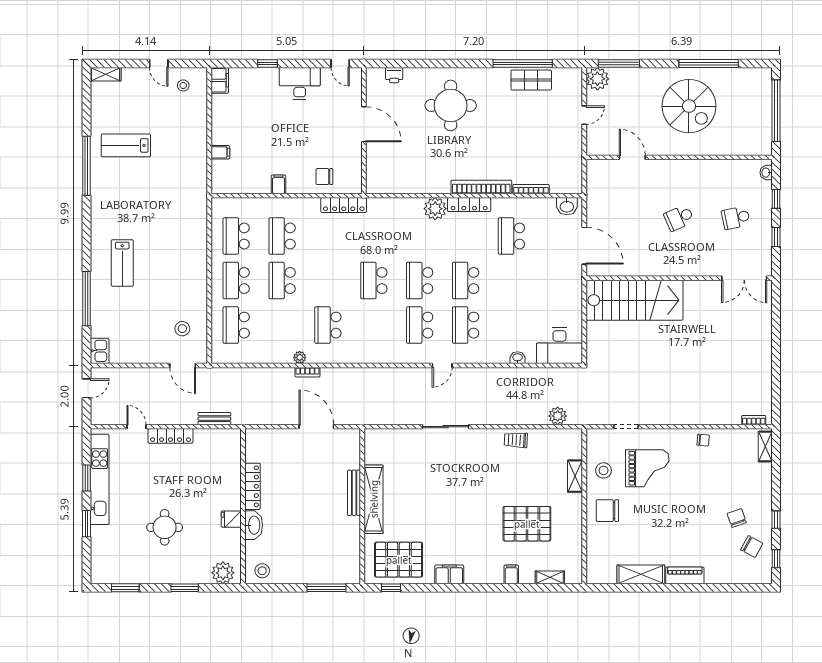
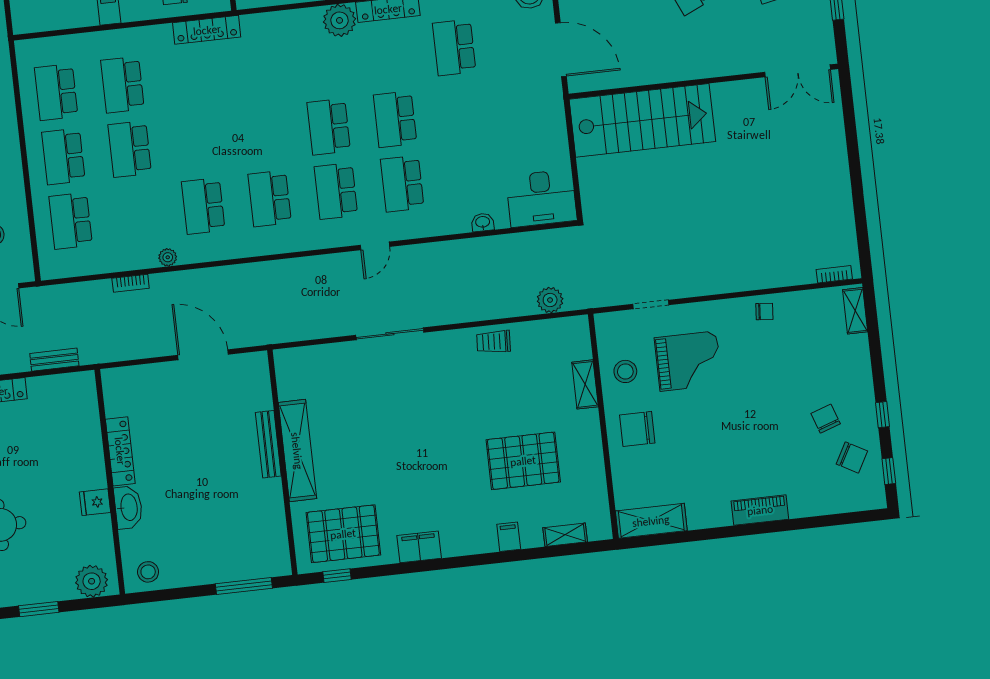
school desk: (374, 281) -> (270, 199), moved
bookcase: (307, 372) -> (131, 283), moved
shelving: (641, 574) -> (651, 521), moved

